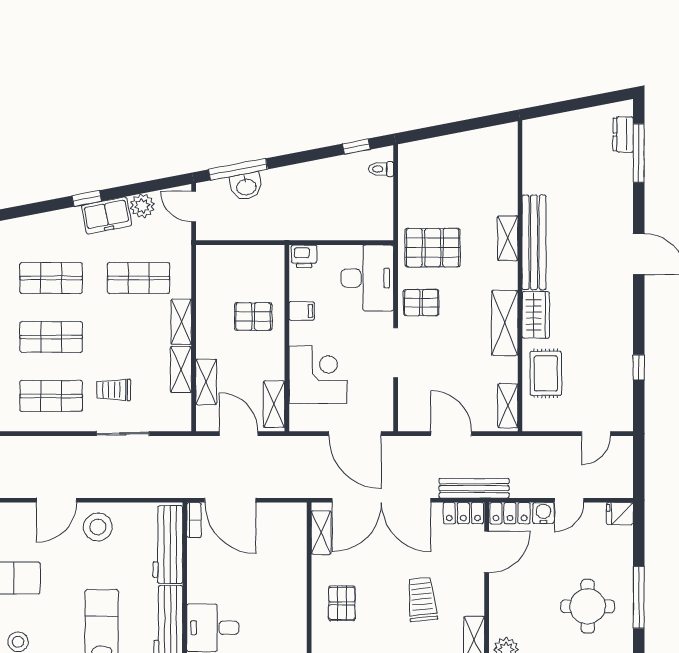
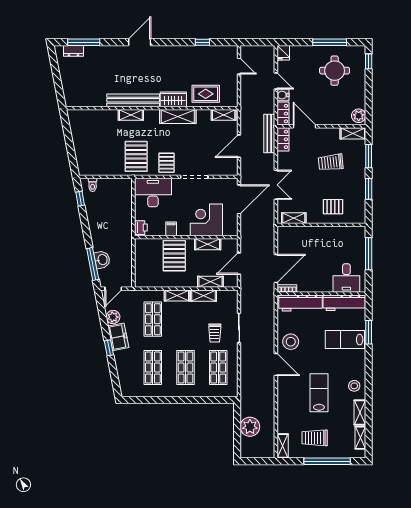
pallet: (253, 316) -> (174, 256), width x1.50, depth x1.42
shelving: (274, 404) -> (208, 244), moved
double door: (381, 500) -> (276, 185), width x0.54

